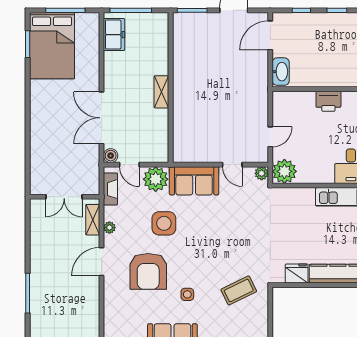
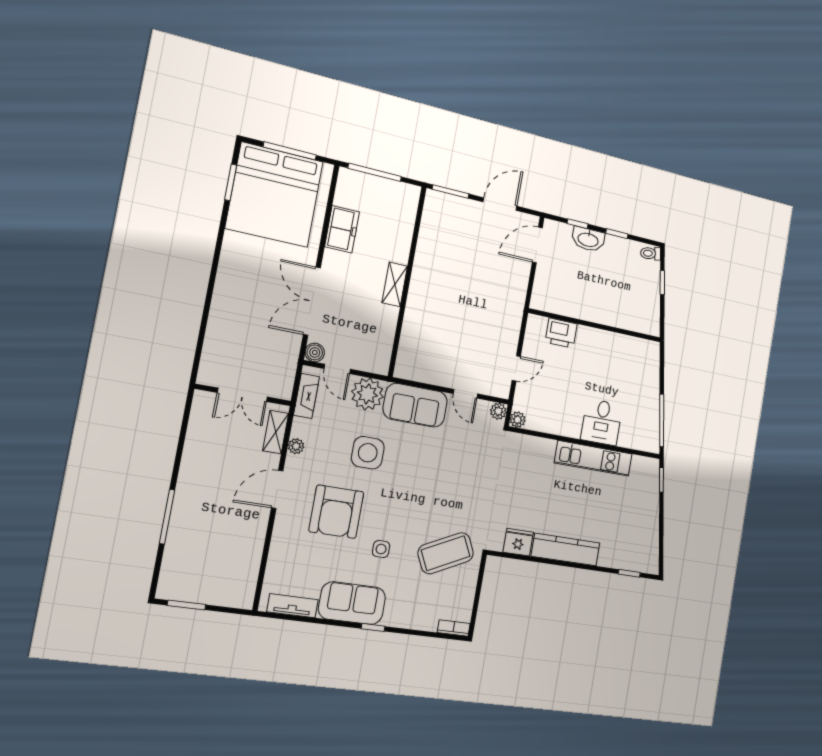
freezer: (114, 35) -> (342, 229), moved
bed: (52, 46) -> (274, 195), width x1.36
washbasin: (281, 72) -> (588, 239), moved, turned 90
printer: (328, 101) -> (561, 333), moved
plant: (284, 171) -> (518, 420), width x0.53, depth x0.53
coffee table: (239, 290) -> (446, 553), width x1.36, depth x1.32

